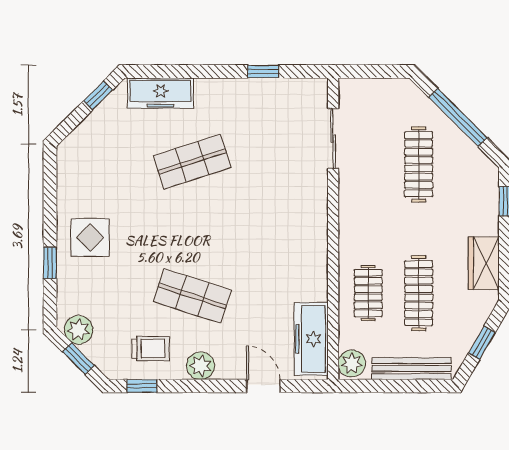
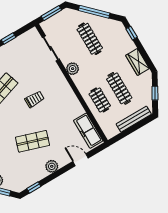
window: (374, 71) -> (51, 13), added
trolley: (150, 348) -> (35, 99), moved
plant: (352, 363) -> (73, 69), moved

